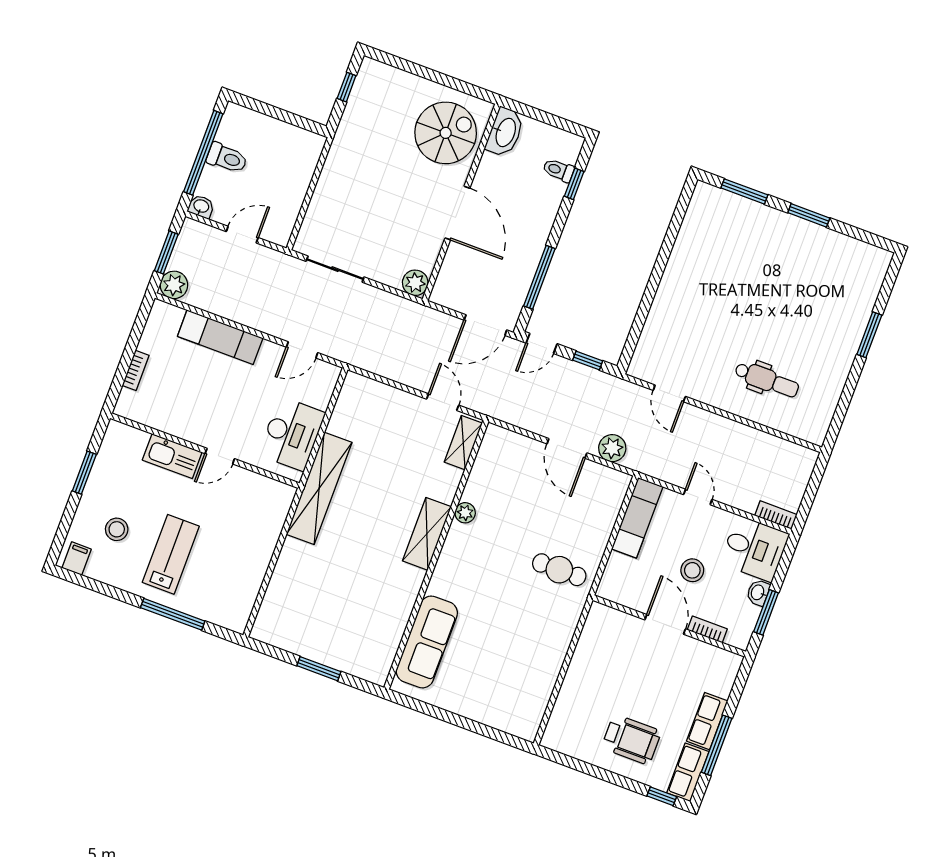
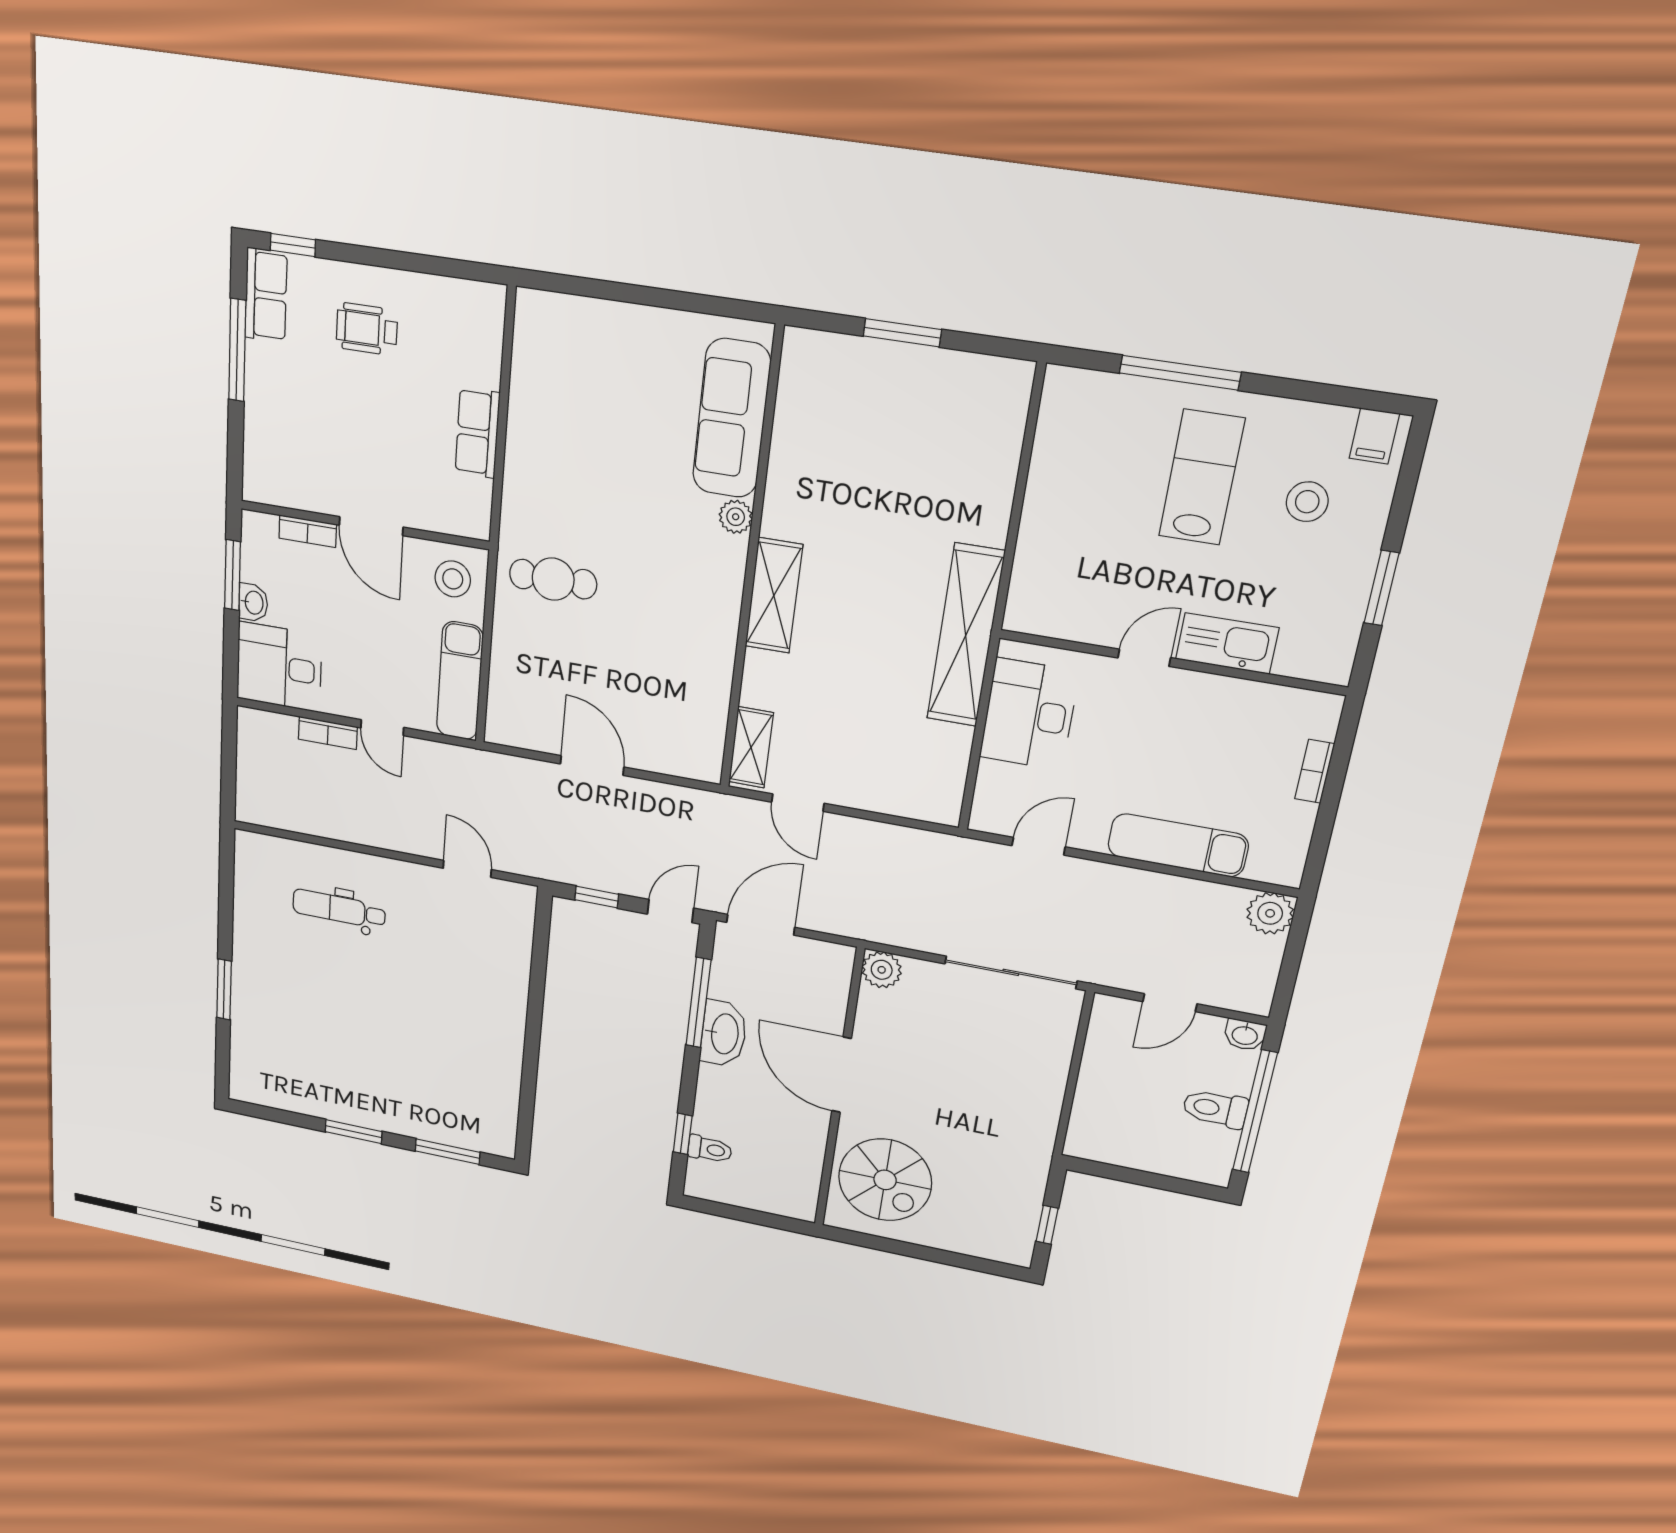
washbasin: (505, 132) -> (724, 1034), moved, turned 180
spiral stairs: (446, 133) -> (885, 1180), turned -90
window: (166, 252) -> (1292, 960), removed
sliding door: (335, 269) -> (1011, 972), width x1.37
plant: (612, 448) -> (526, 777), removed
plant: (465, 513) -> (736, 517), moved
bookcase: (776, 515) -> (328, 733), moved
lab bench: (171, 554) -> (1202, 477), turned 180
stool: (692, 570) -> (453, 579), moved
row of seats: (707, 721) -> (477, 433), moved, turned 180
wheelchair: (631, 739) -> (367, 329), width x0.73, depth x0.73

